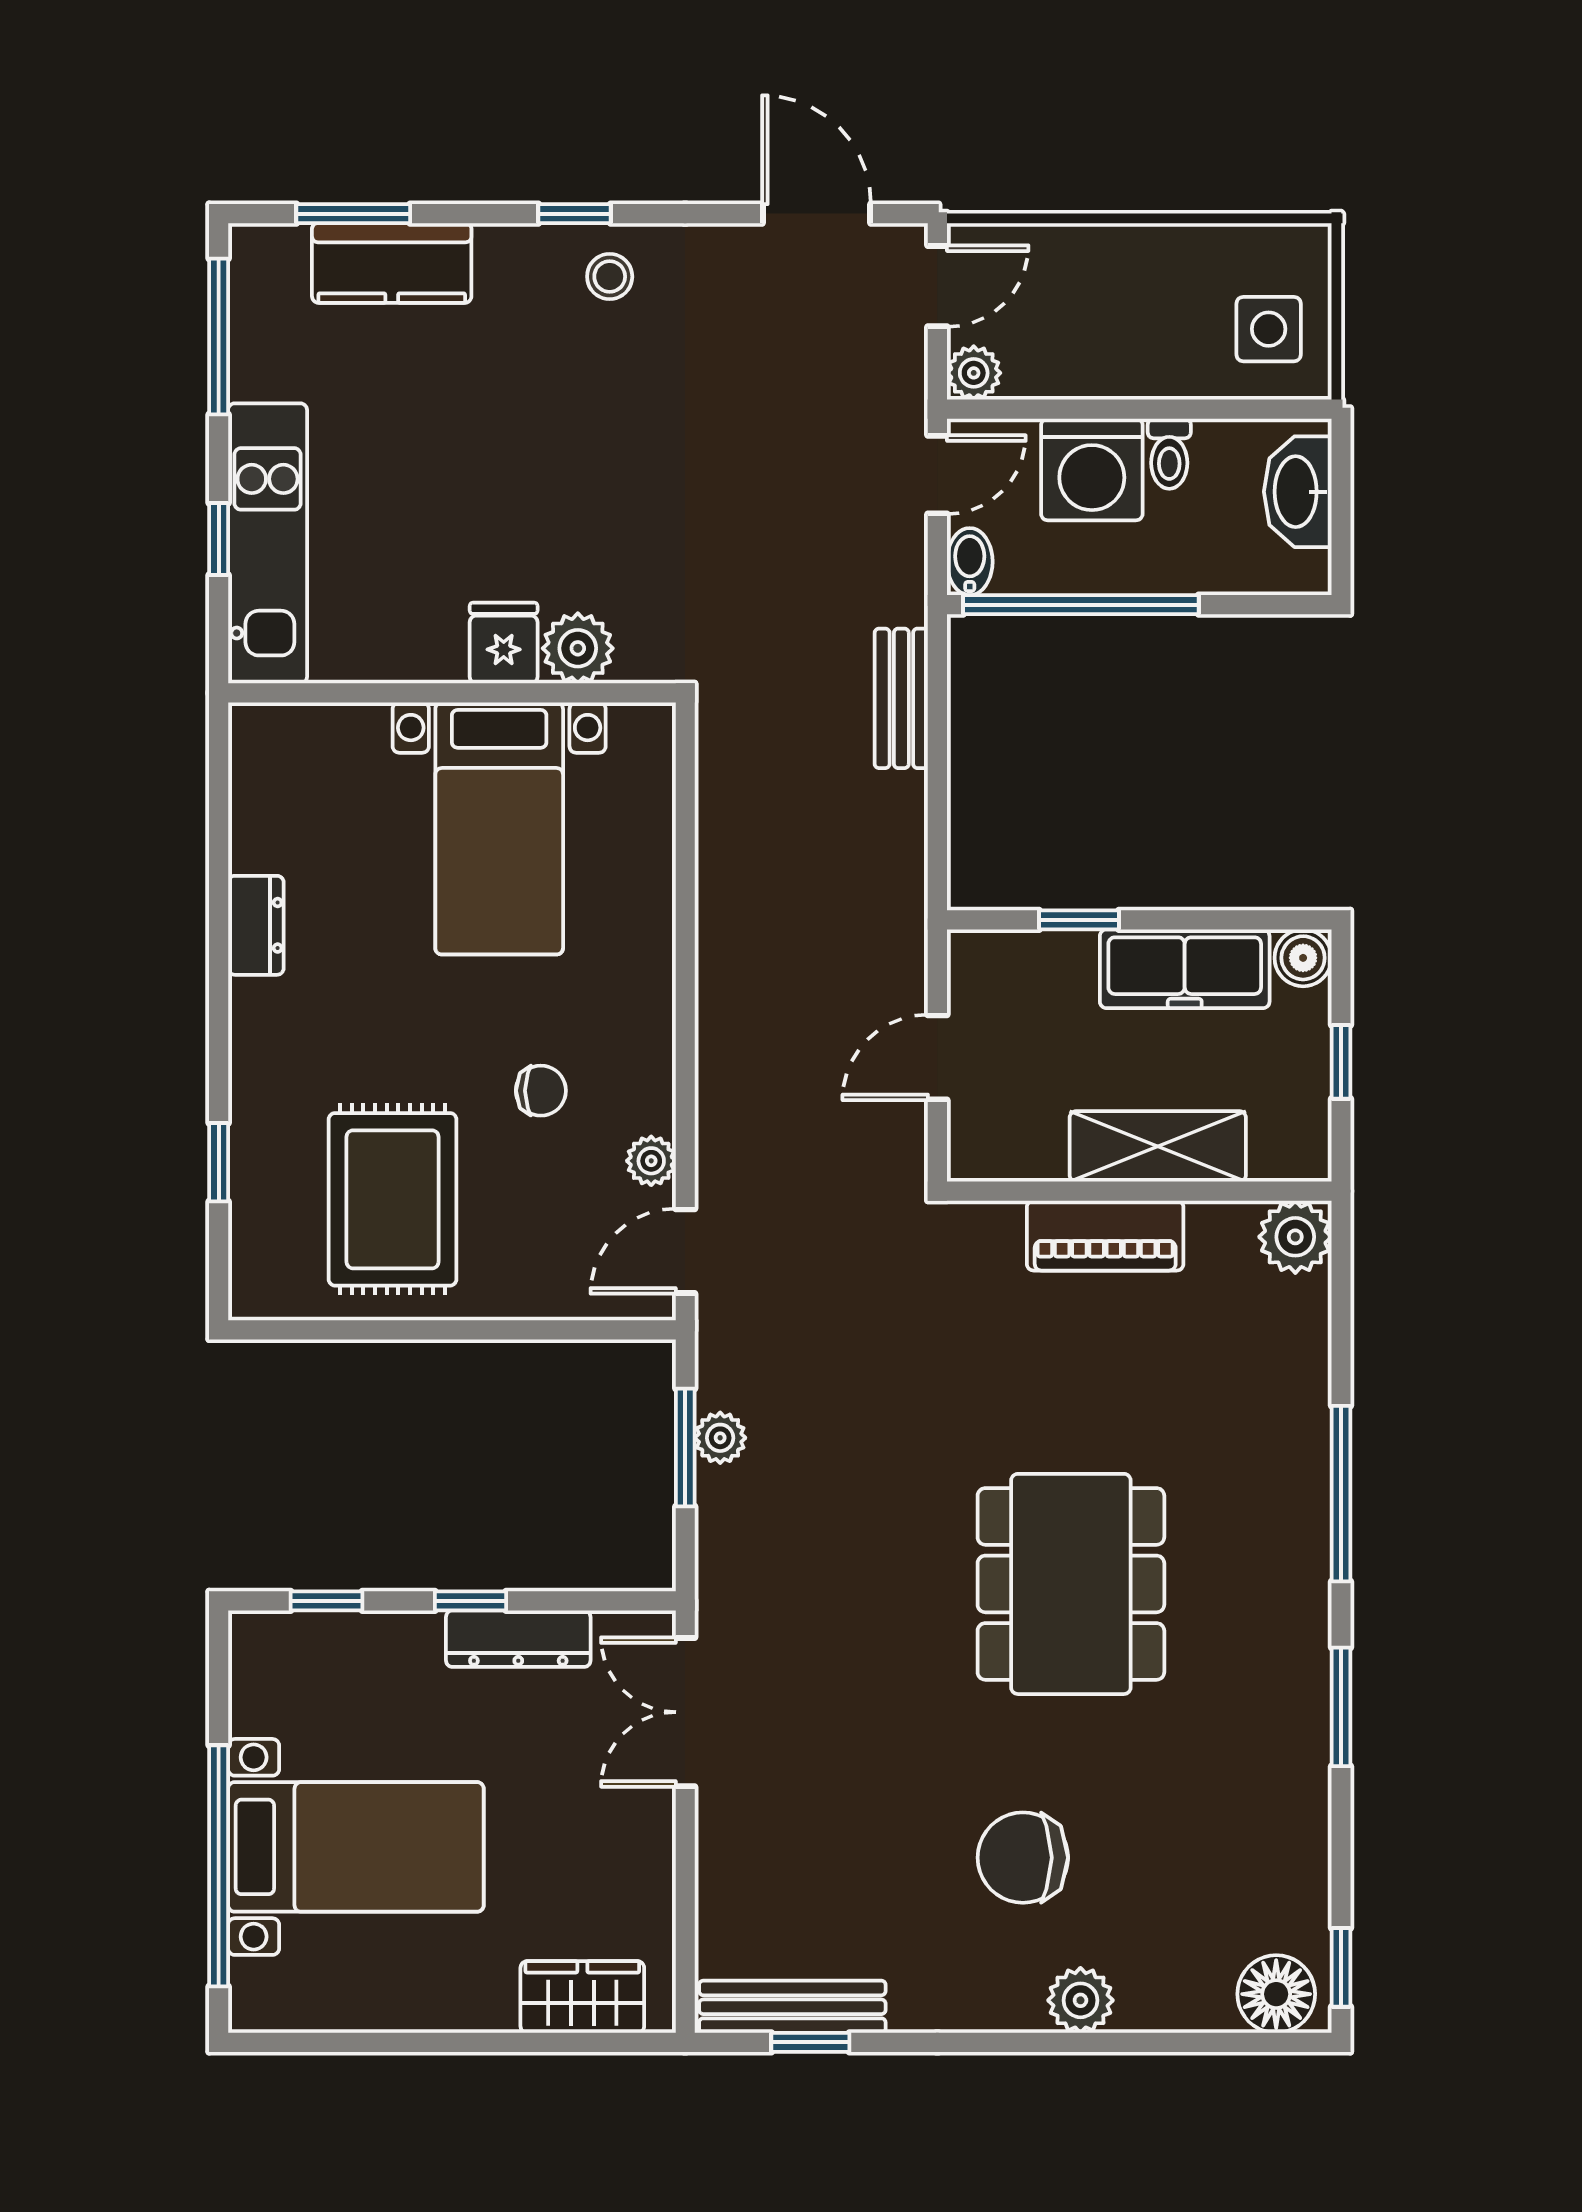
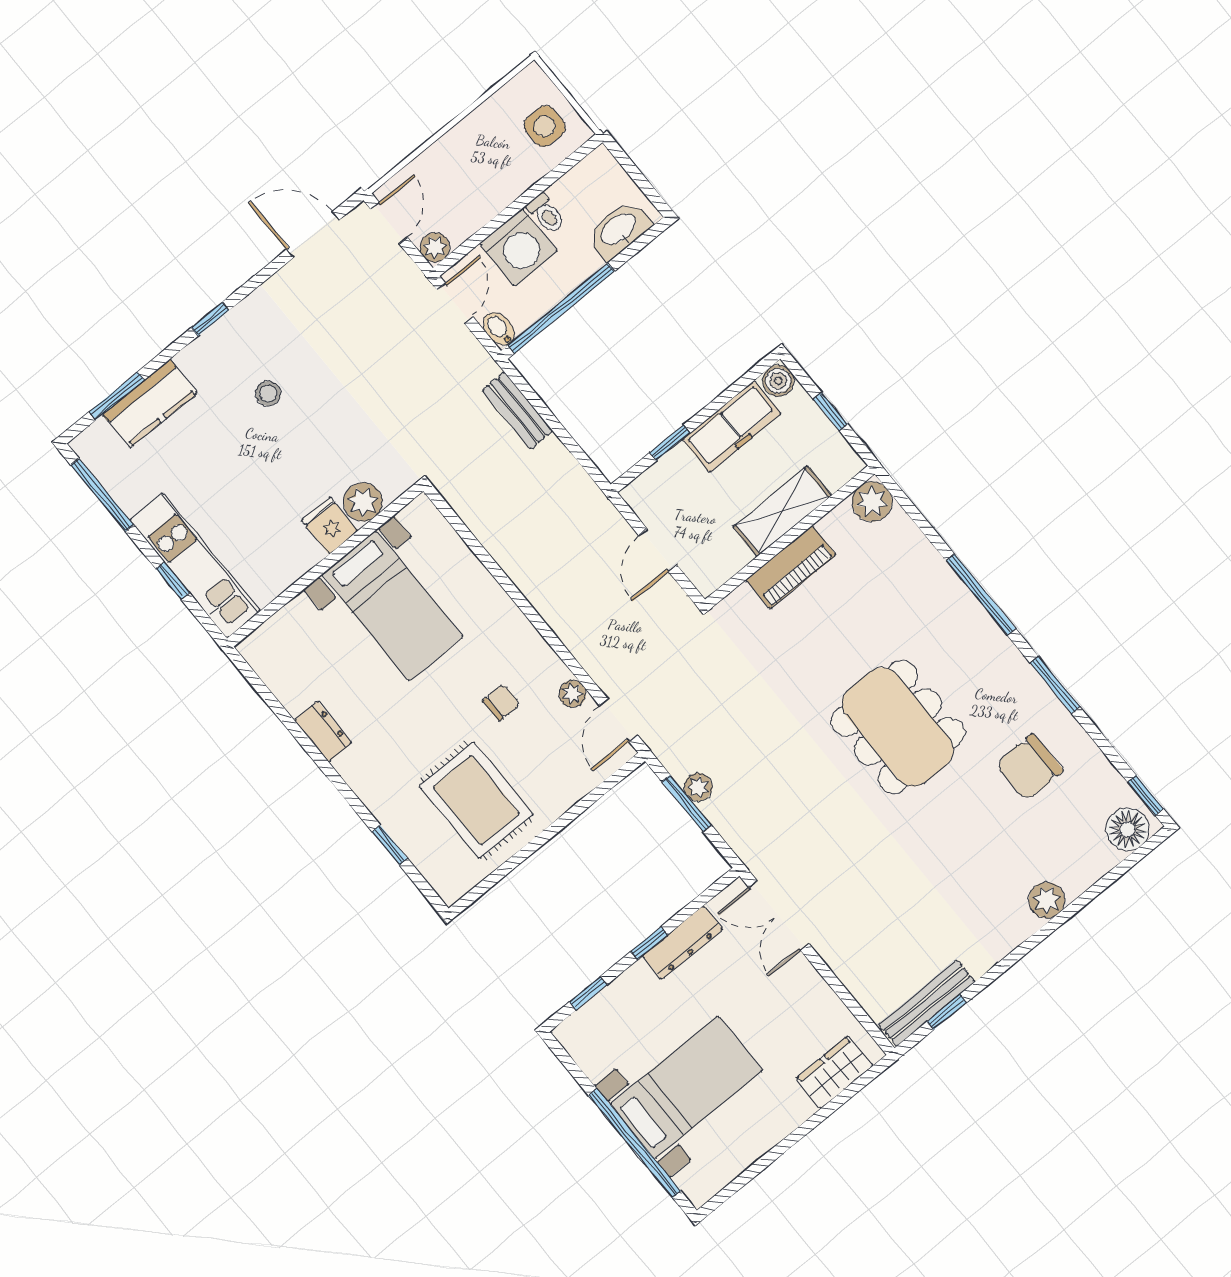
stool: (610, 277) -> (268, 393), moved
washbasin: (1298, 492) -> (619, 230), moved, turned 90
chair: (1023, 1858) -> (1029, 767), moved

